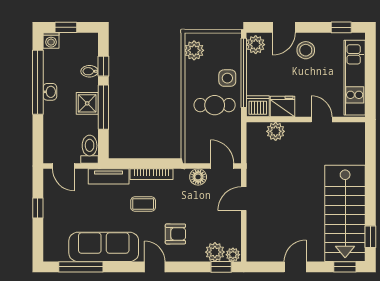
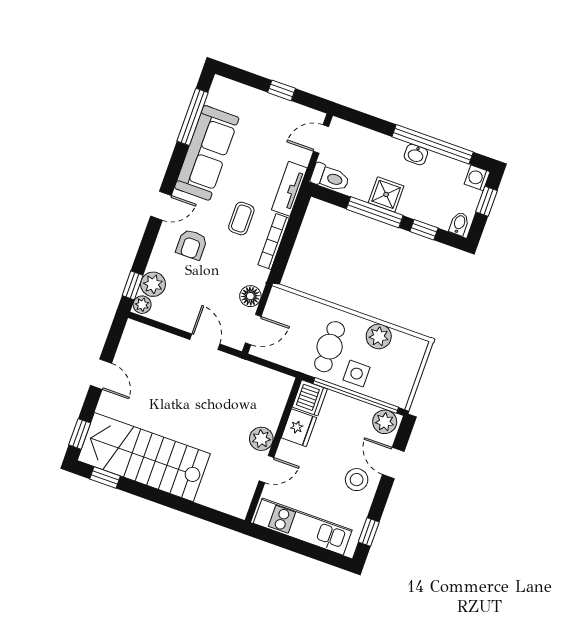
plant: (194, 50) -> (379, 336), moved
bidet: (90, 71) -> (459, 224), moved
plant: (276, 131) -> (261, 439), moved

